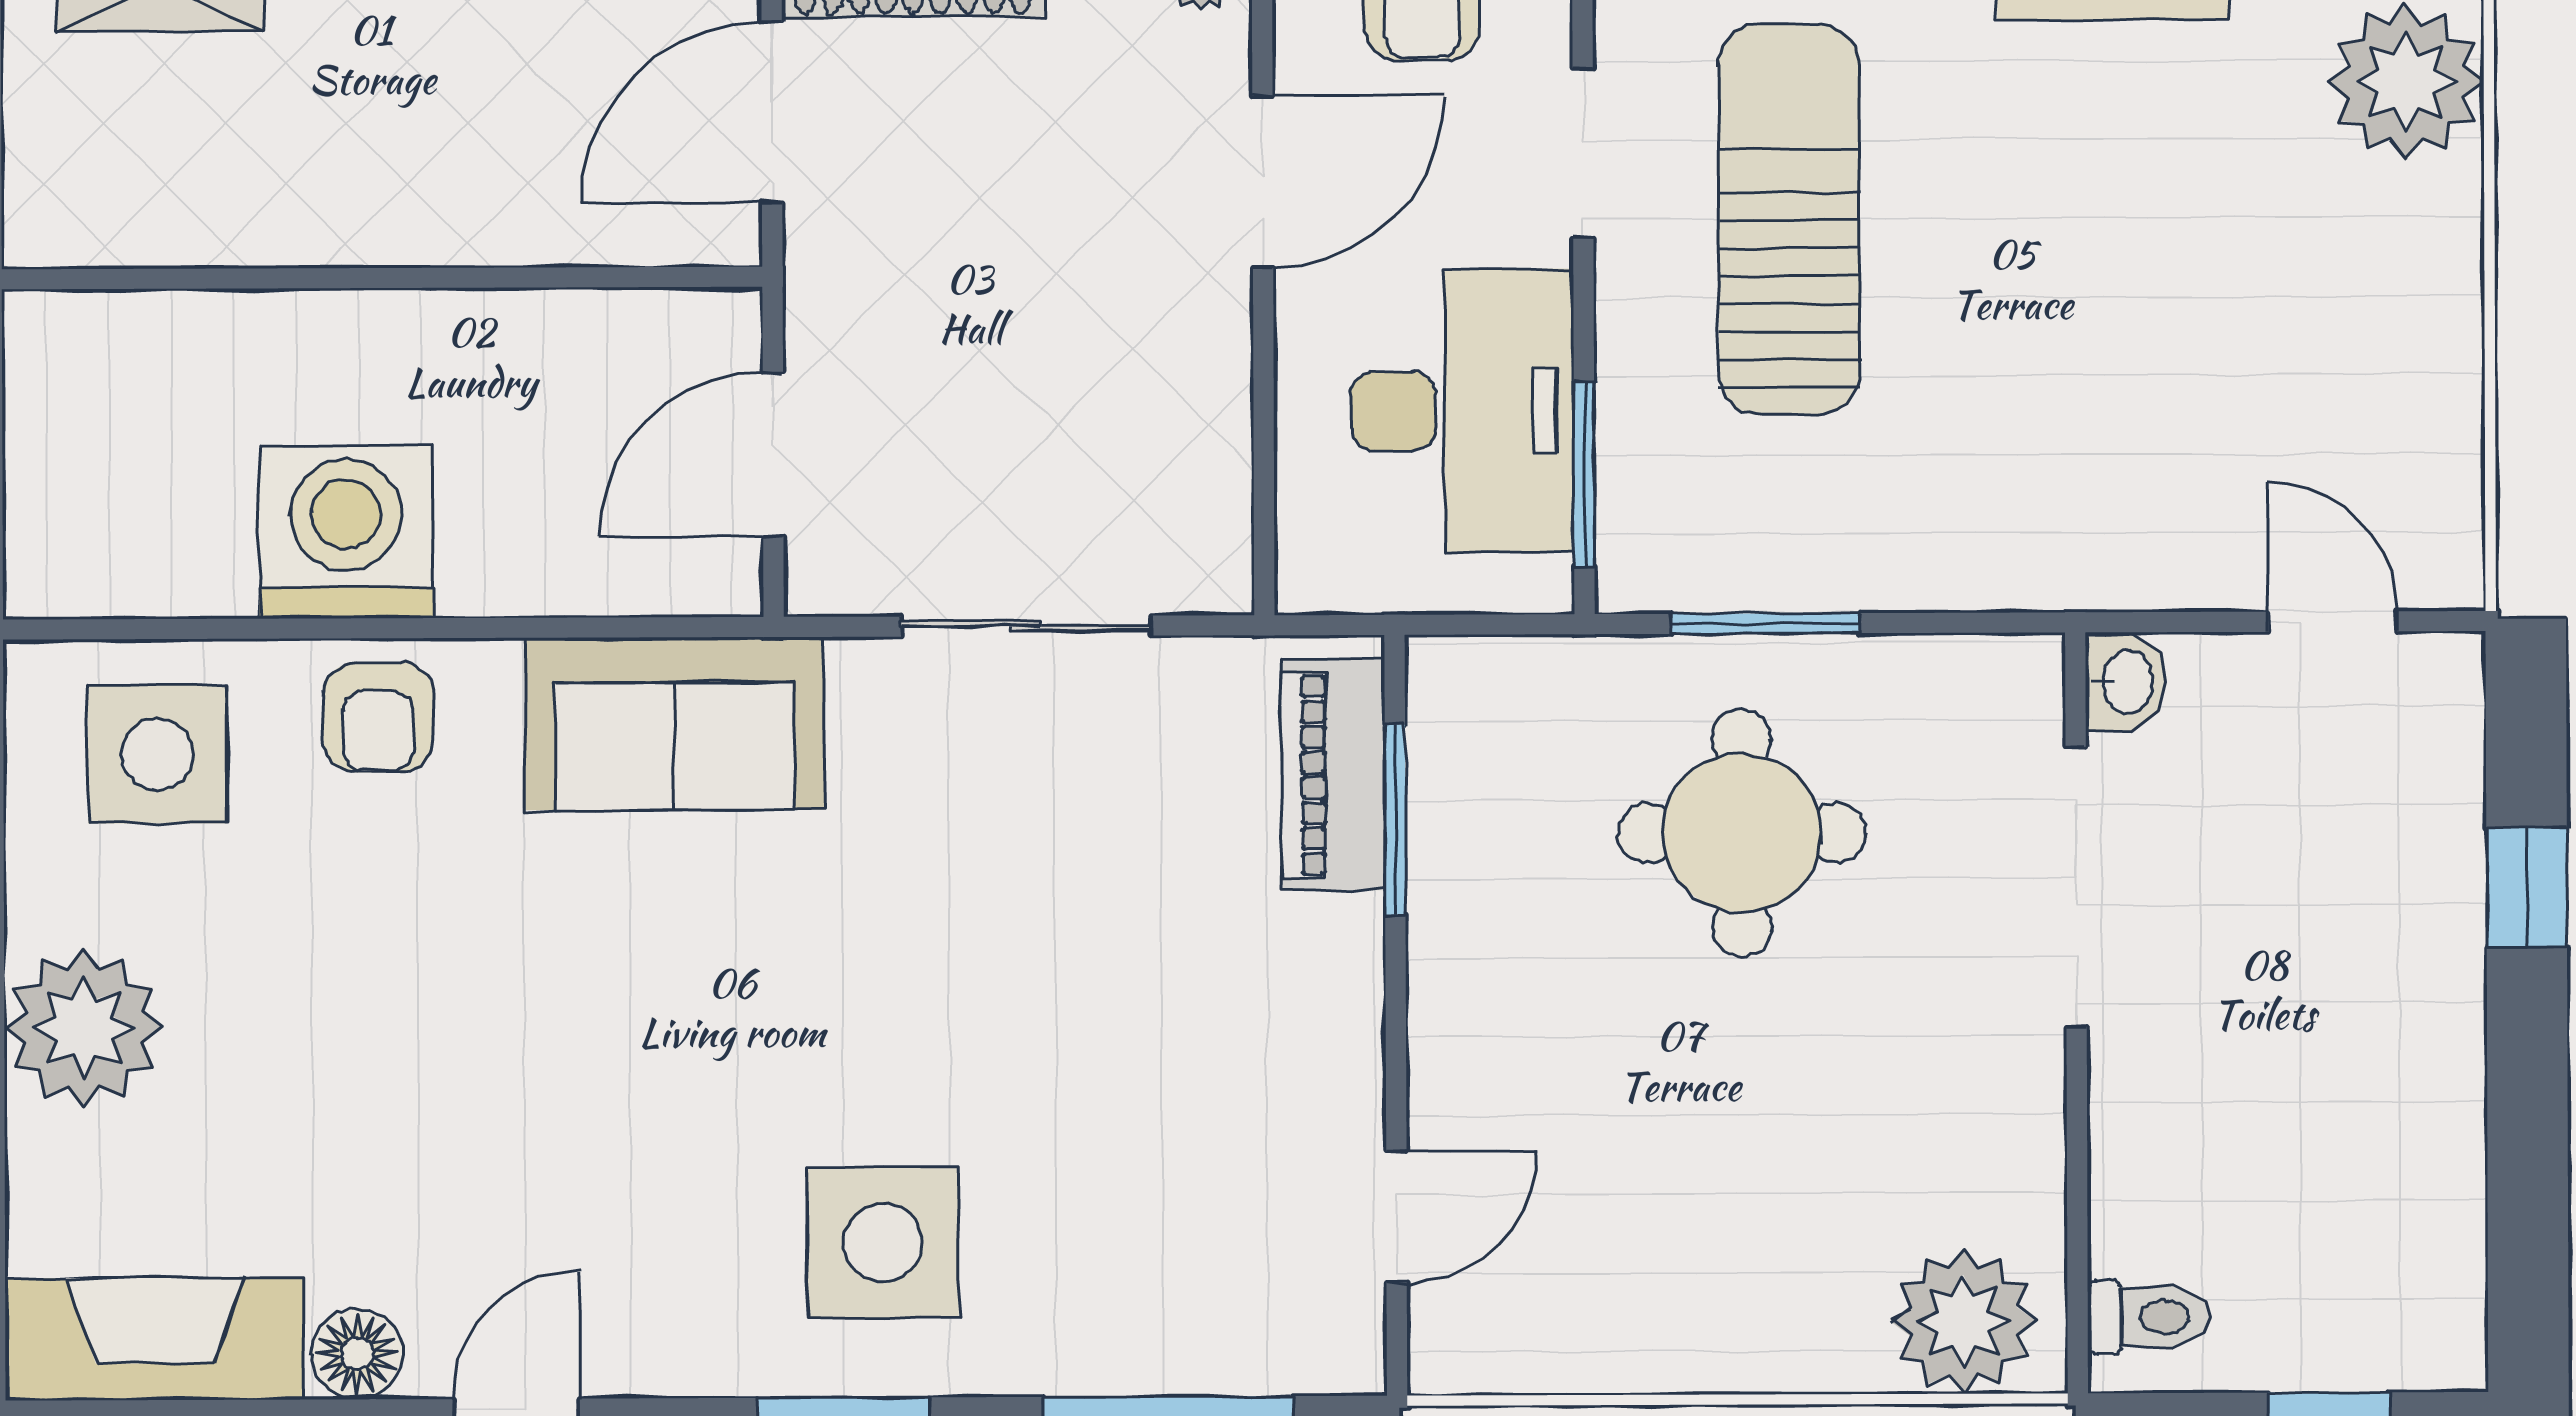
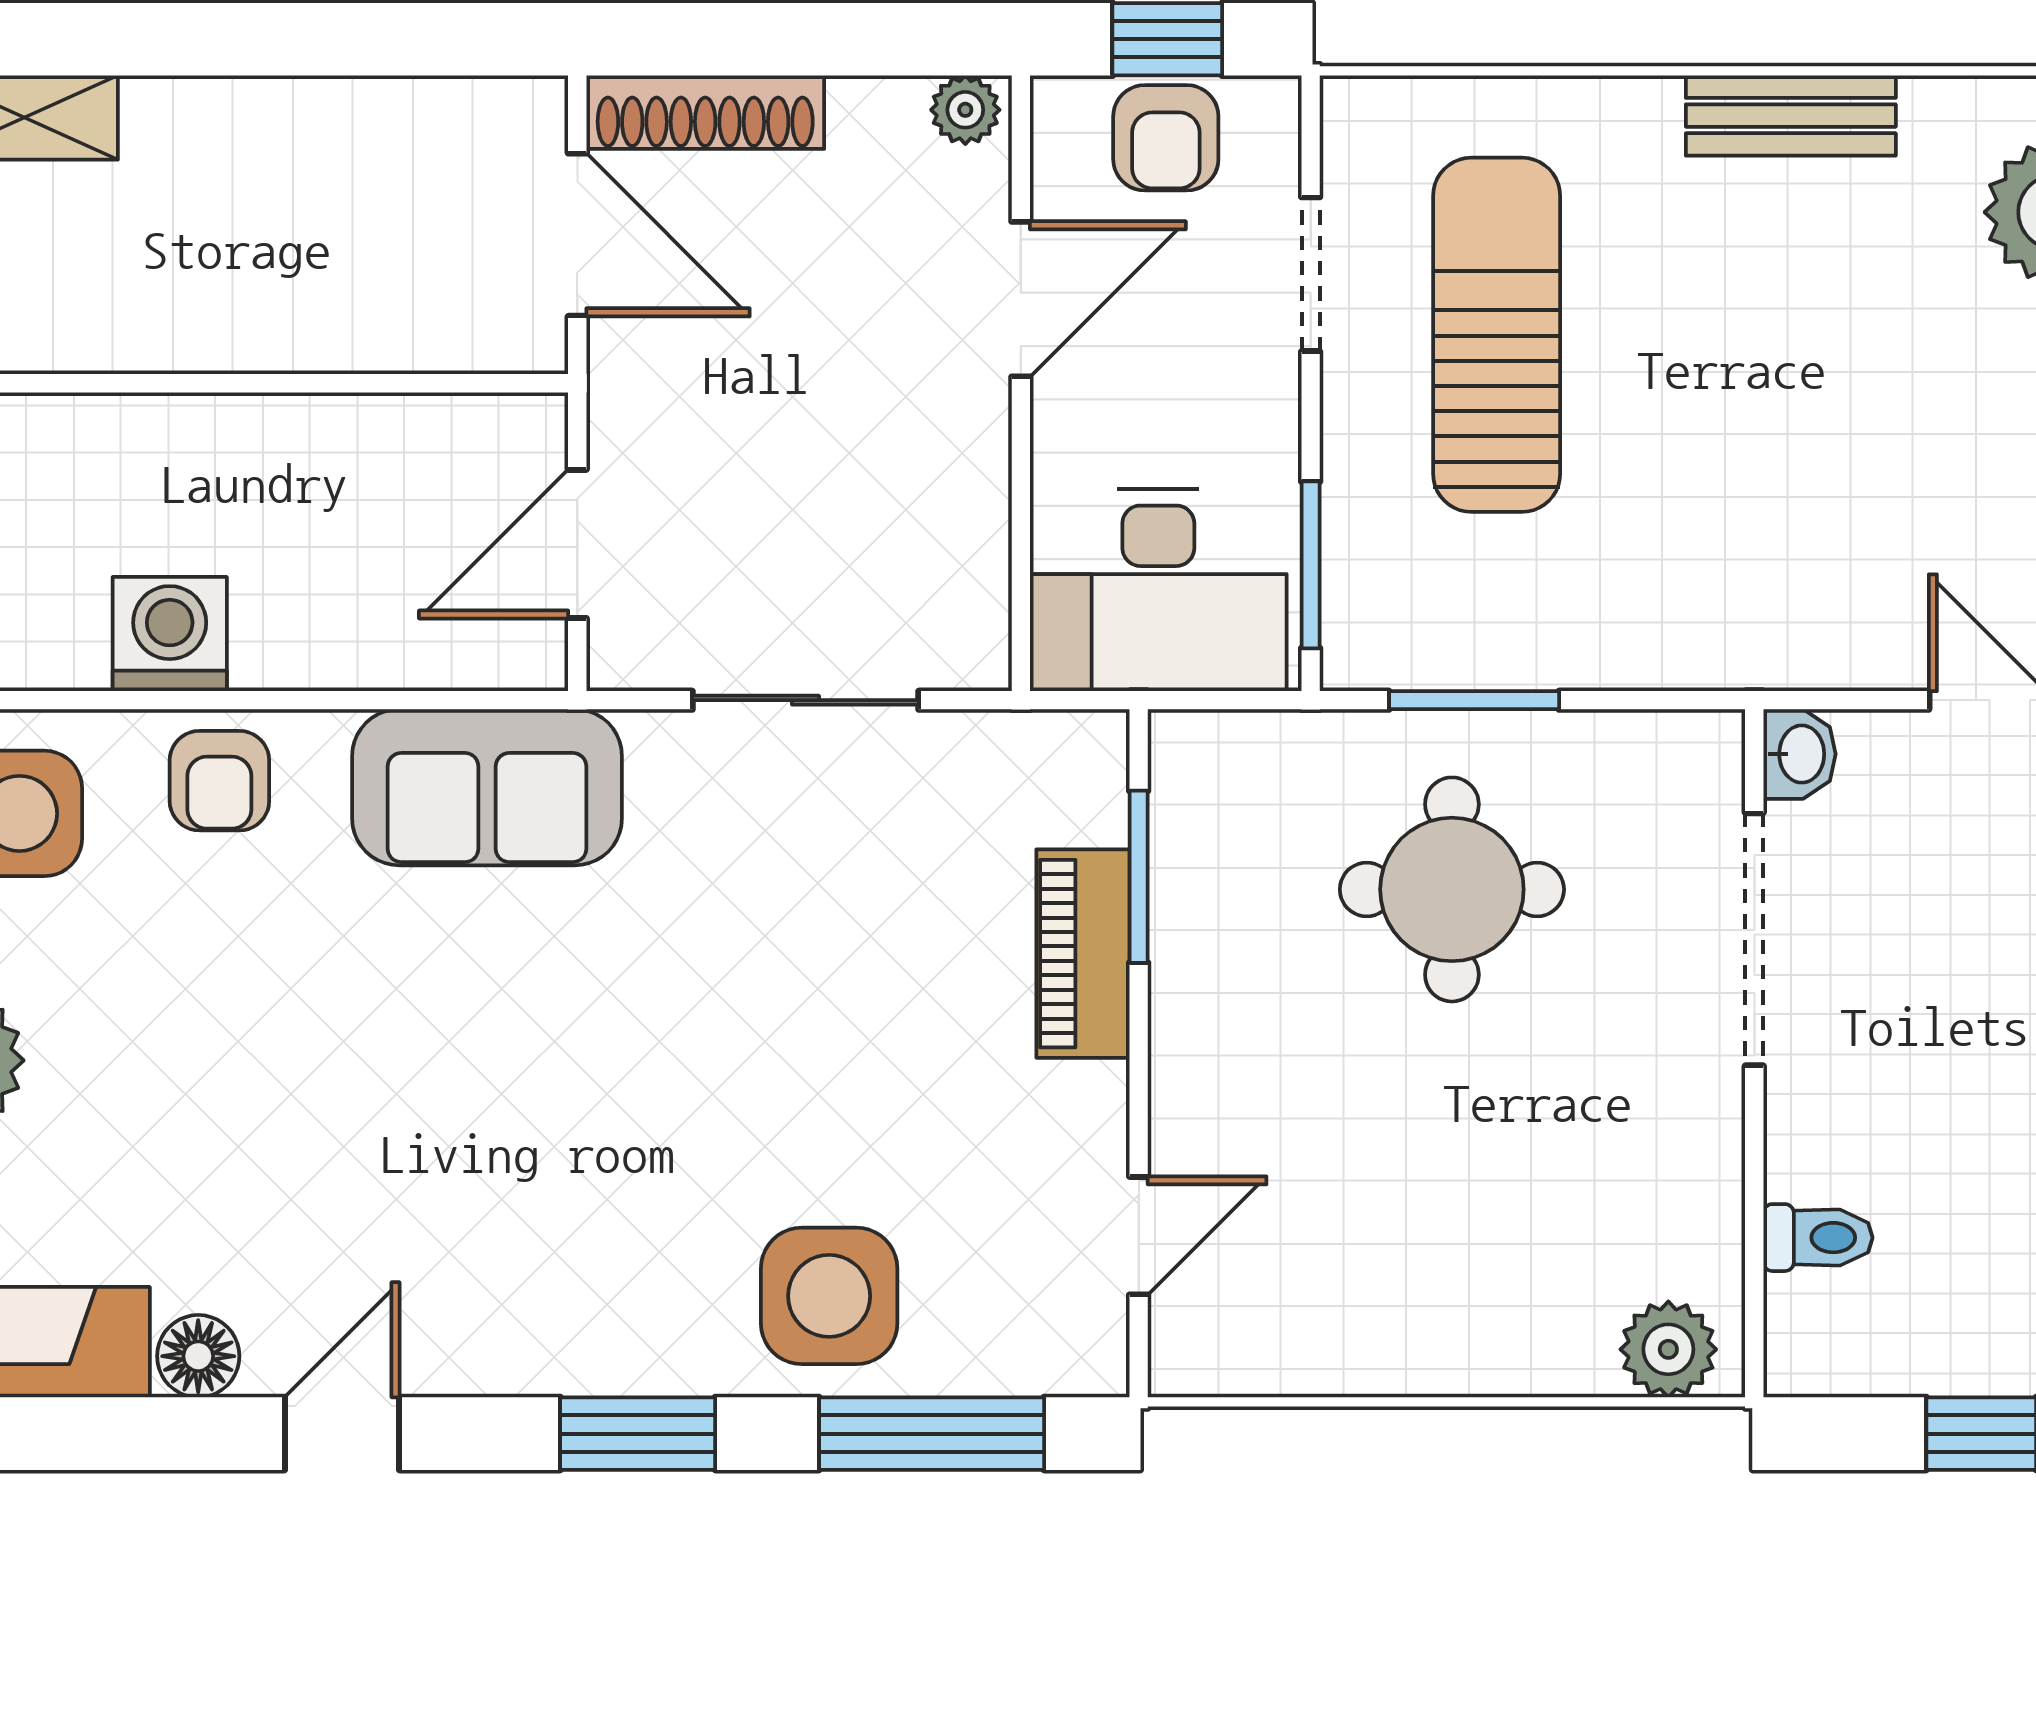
door: (772, 112) -> (577, 235), swing flipped
desk: (1462, 411) -> (1158, 590), moved, turned 90
washing machine: (346, 532) -> (170, 634), width x0.73, depth x0.73
piano: (1333, 775) -> (1083, 954), moved
side table: (883, 1243) -> (829, 1296), moved
toilet: (2148, 1317) -> (1818, 1238), moved
plant: (1963, 1321) -> (1668, 1349), width x0.73, depth x0.73

